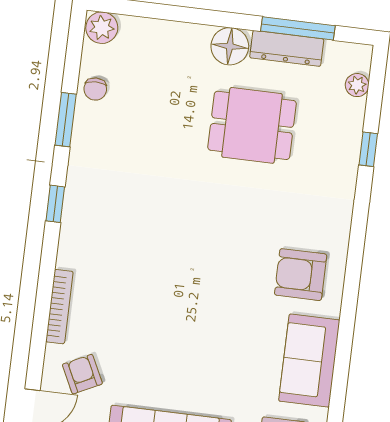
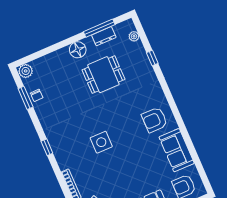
dresser: (287, 48) -> (104, 36), width x0.70
window: (66, 120) -> (26, 98), moved
side table: (169, 257) -> (101, 142), added

